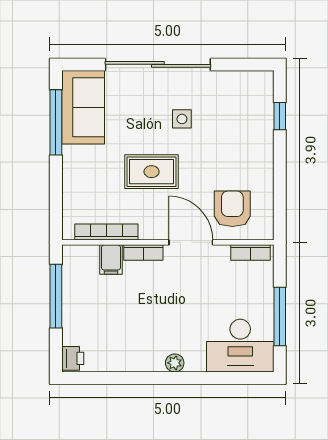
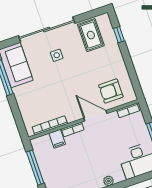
side table: (182, 119) -> (57, 55), moved
rug: (152, 172) -> (91, 35), moved, turned 90
armchair: (232, 209) -> (111, 91), turned -90

